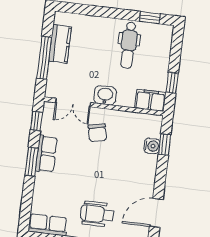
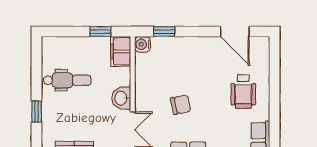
window: (150, 18) -> (37, 112), moved
chair: (97, 133) -> (181, 105), moved
water cooler: (152, 146) -> (142, 44), moved, turned -90

